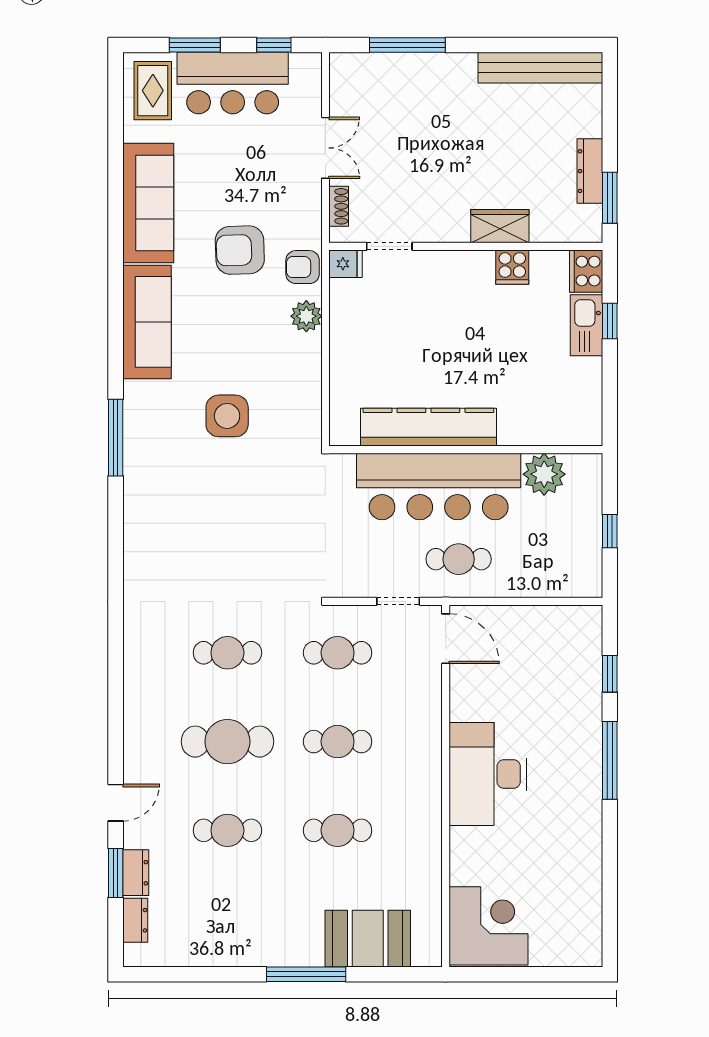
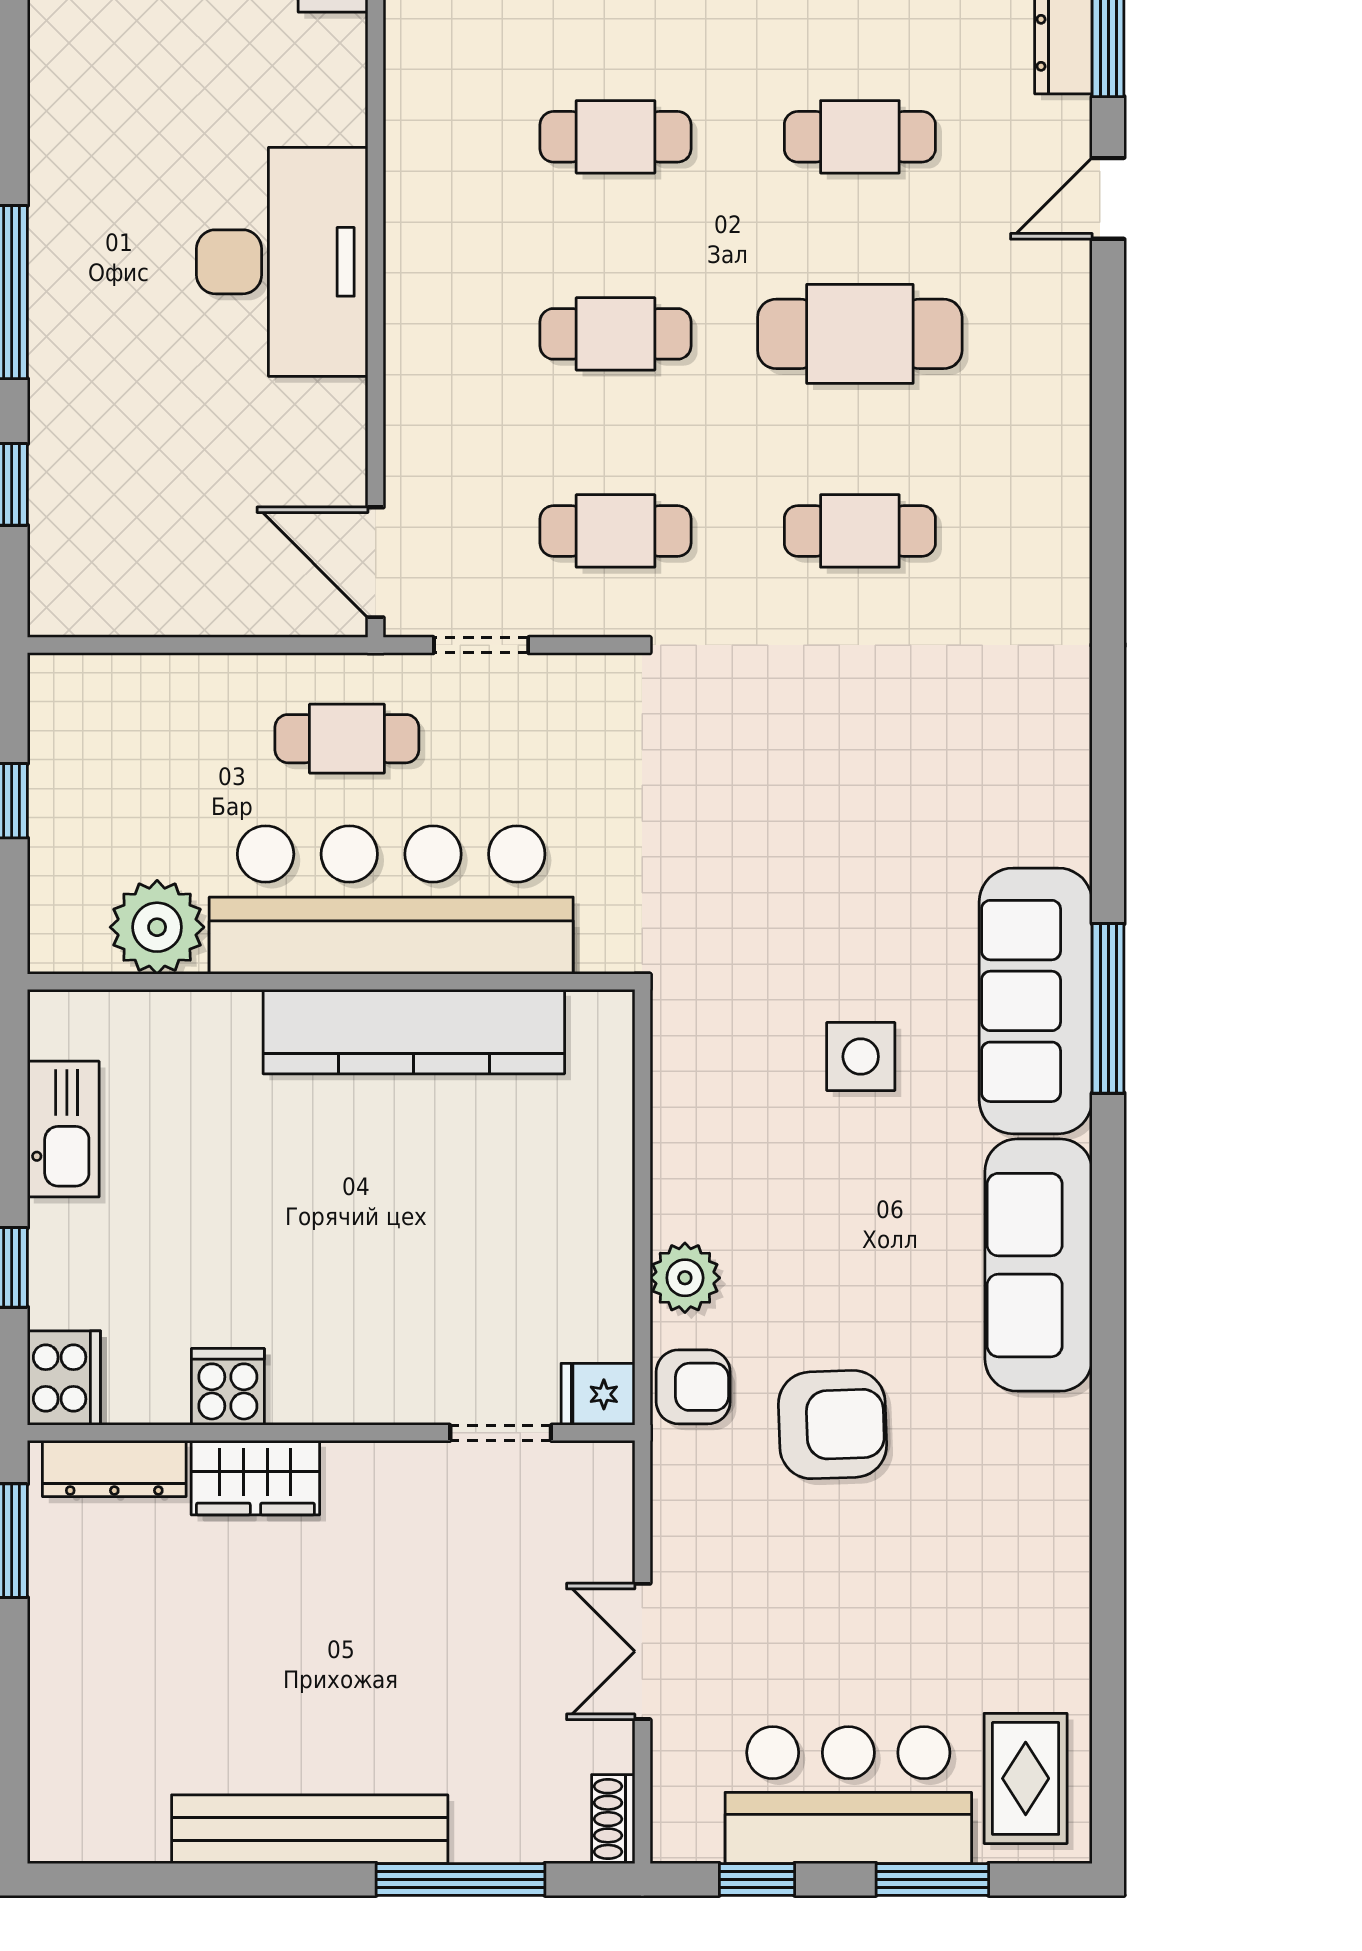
bench: (540, 68) -> (310, 1829), moved
dresser: (590, 171) -> (114, 1469), moved, turned 90
sofa: (148, 203) -> (1036, 1001), moved
shoe rack: (339, 206) -> (613, 1819), moved
kitchen sink: (586, 325) -> (63, 1129), moved
side table: (227, 416) -> (861, 1057), width x0.73, depth x0.73

